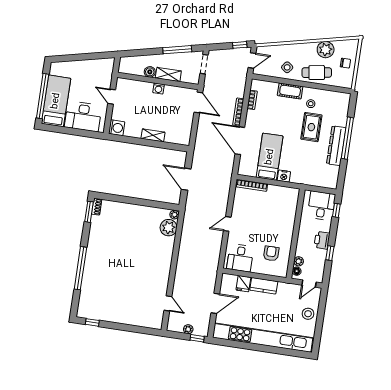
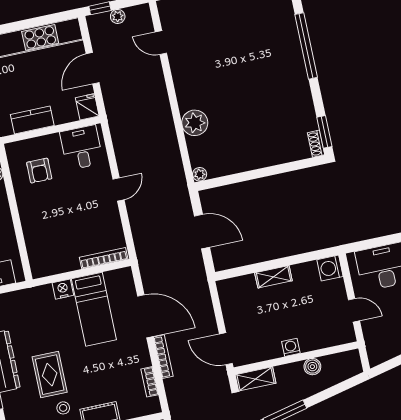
shelving: (168, 75) -> (255, 379), moved
plant: (169, 228) -> (195, 123), moved
fridge: (243, 284) -> (87, 107), moved

